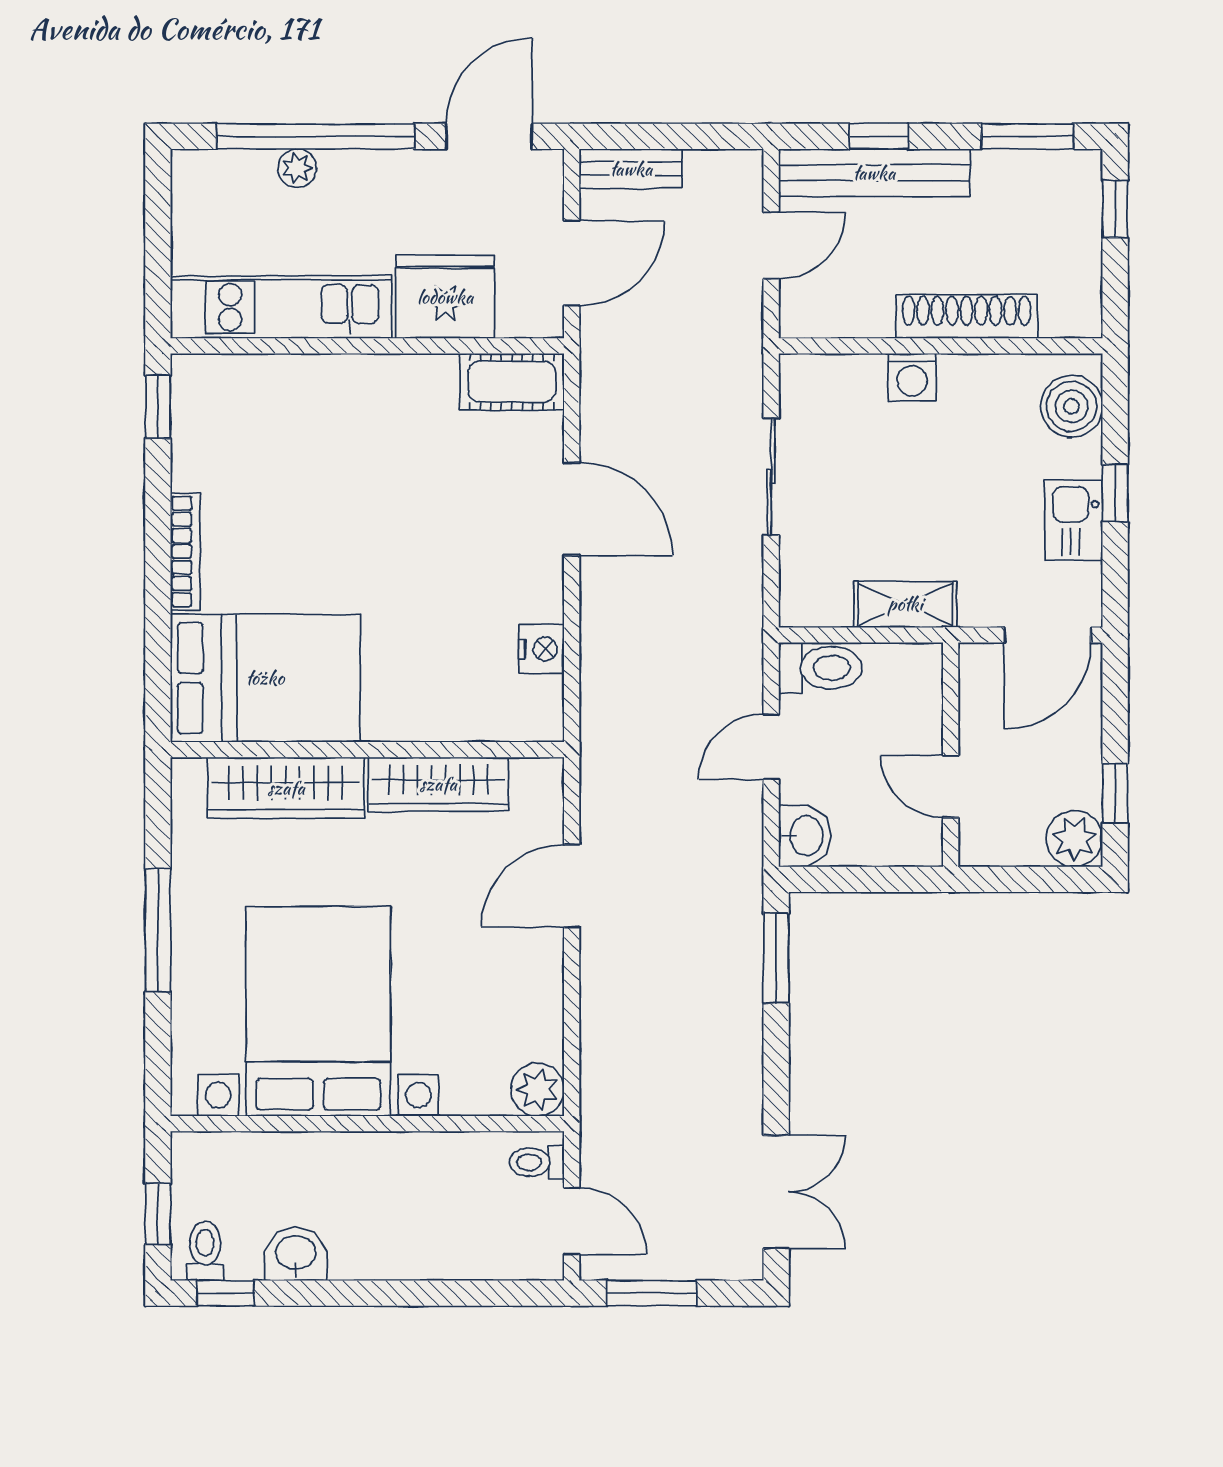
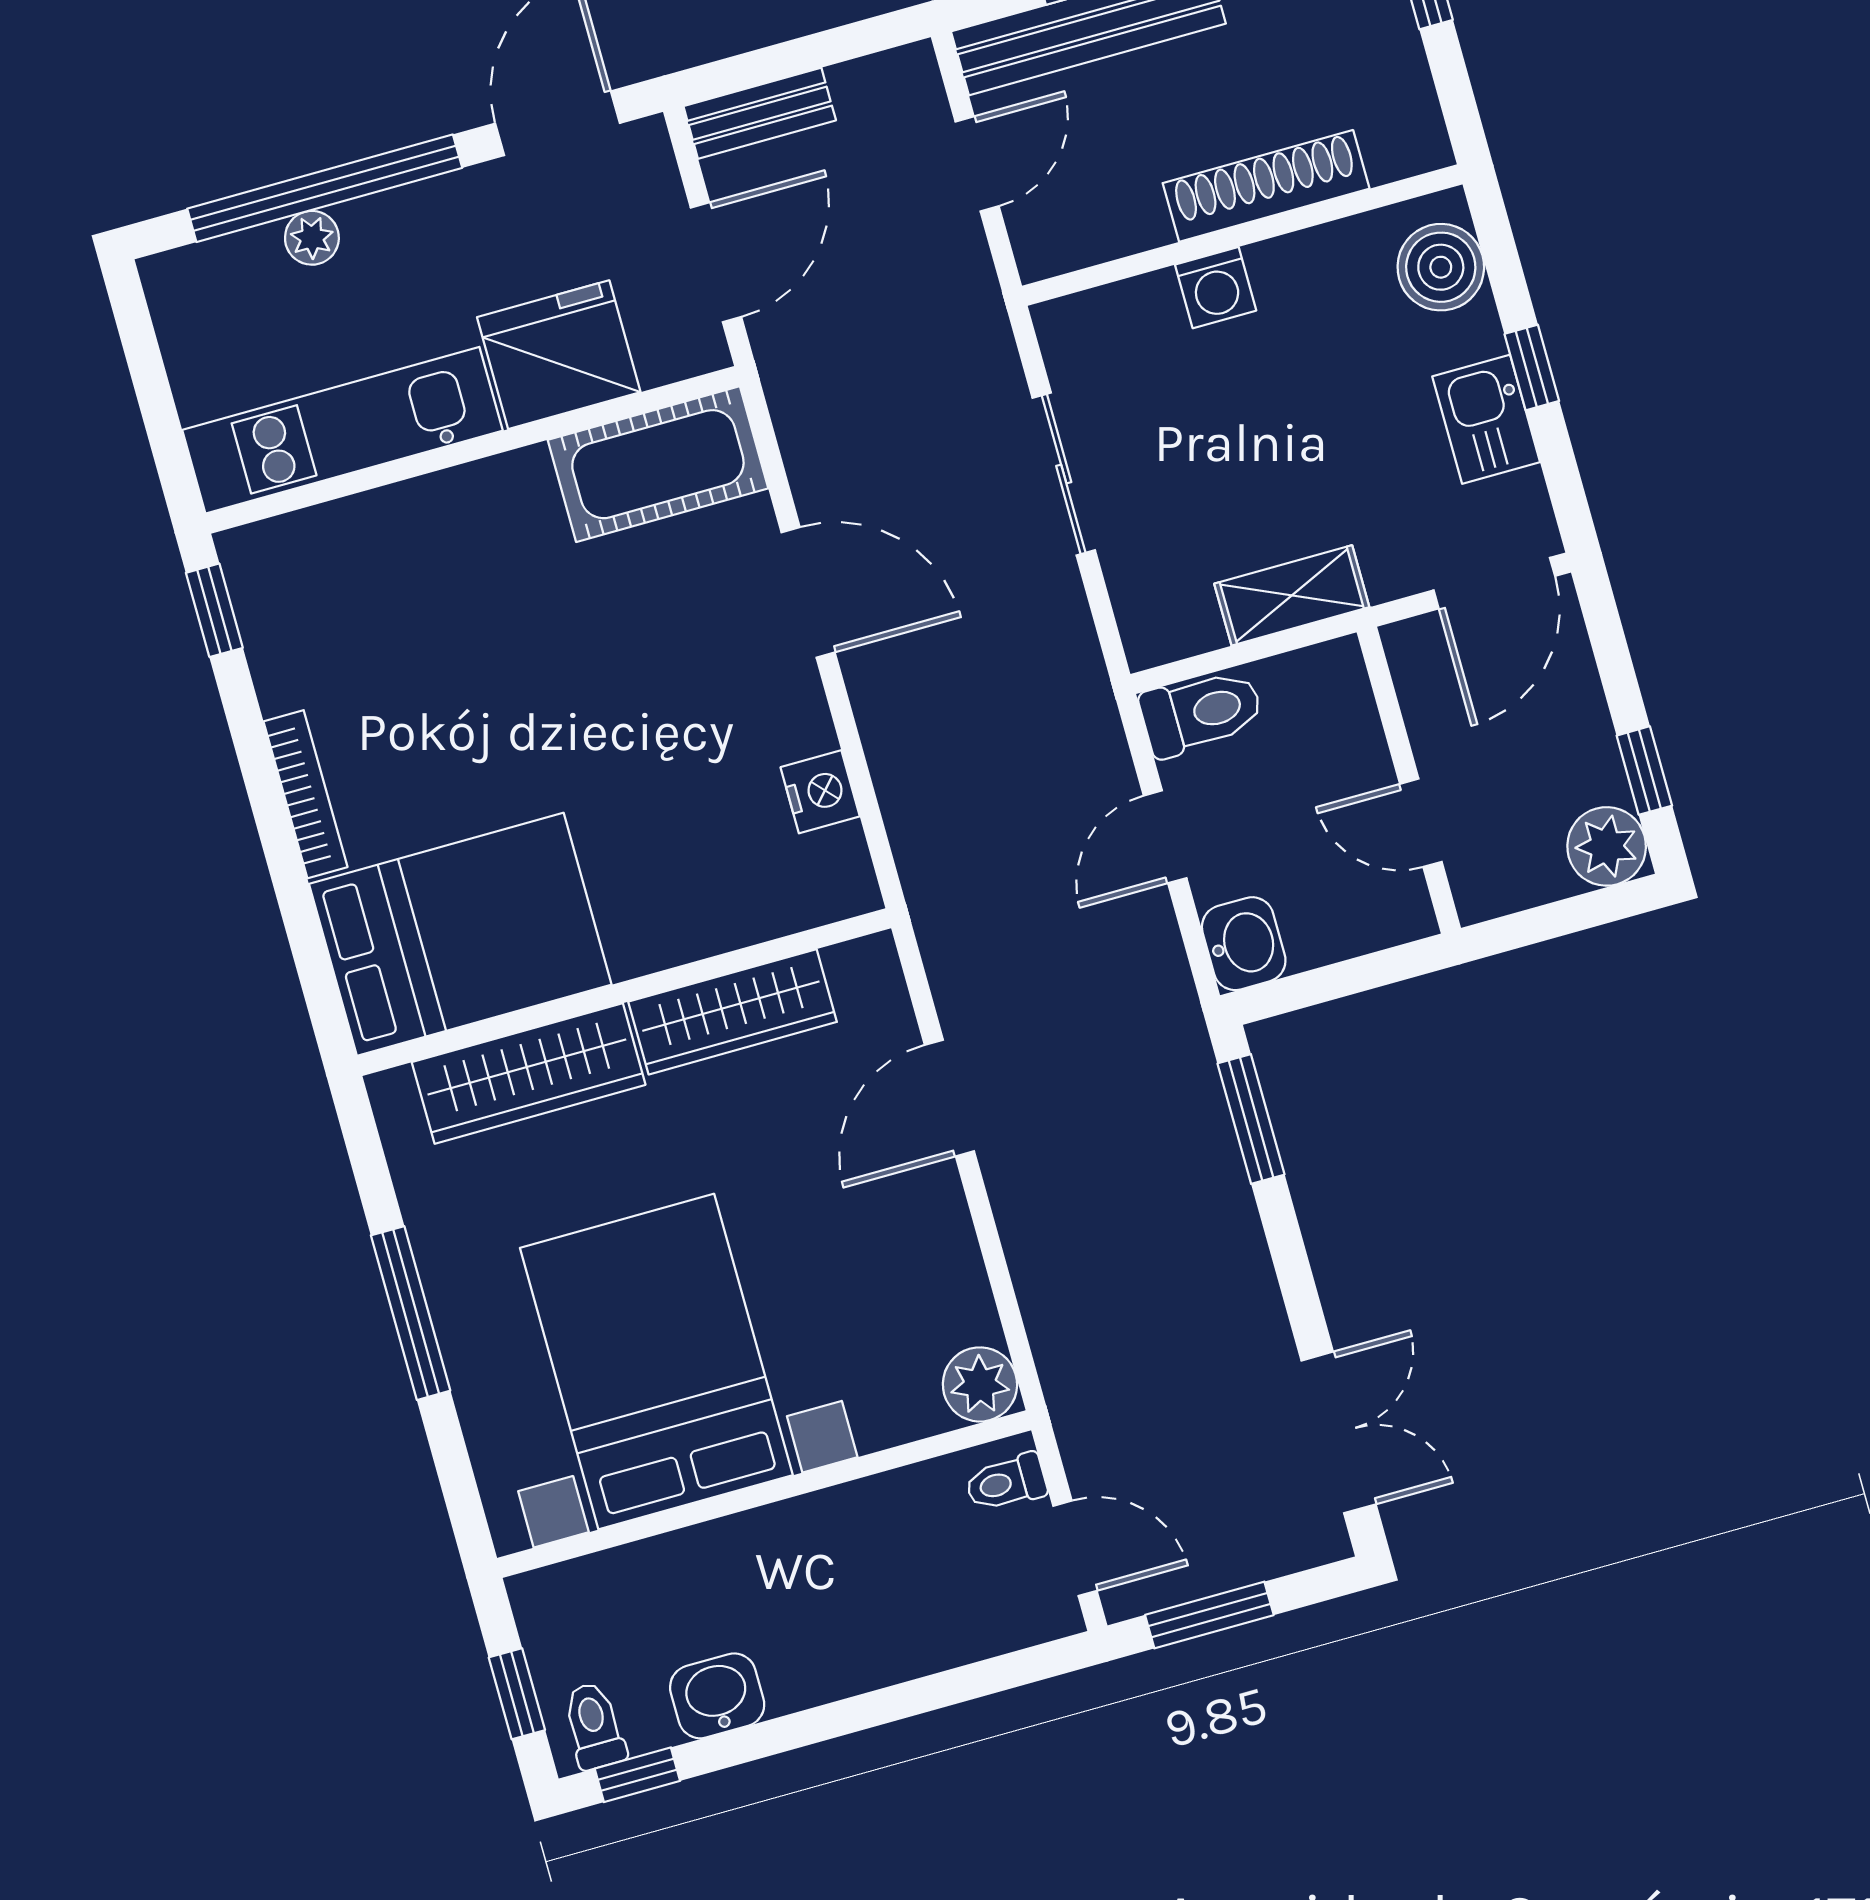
cot: (512, 382) -> (658, 464), width x1.37, depth x1.34

